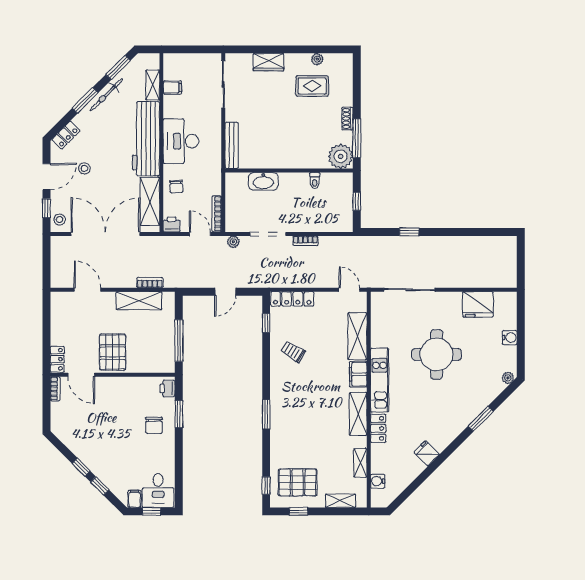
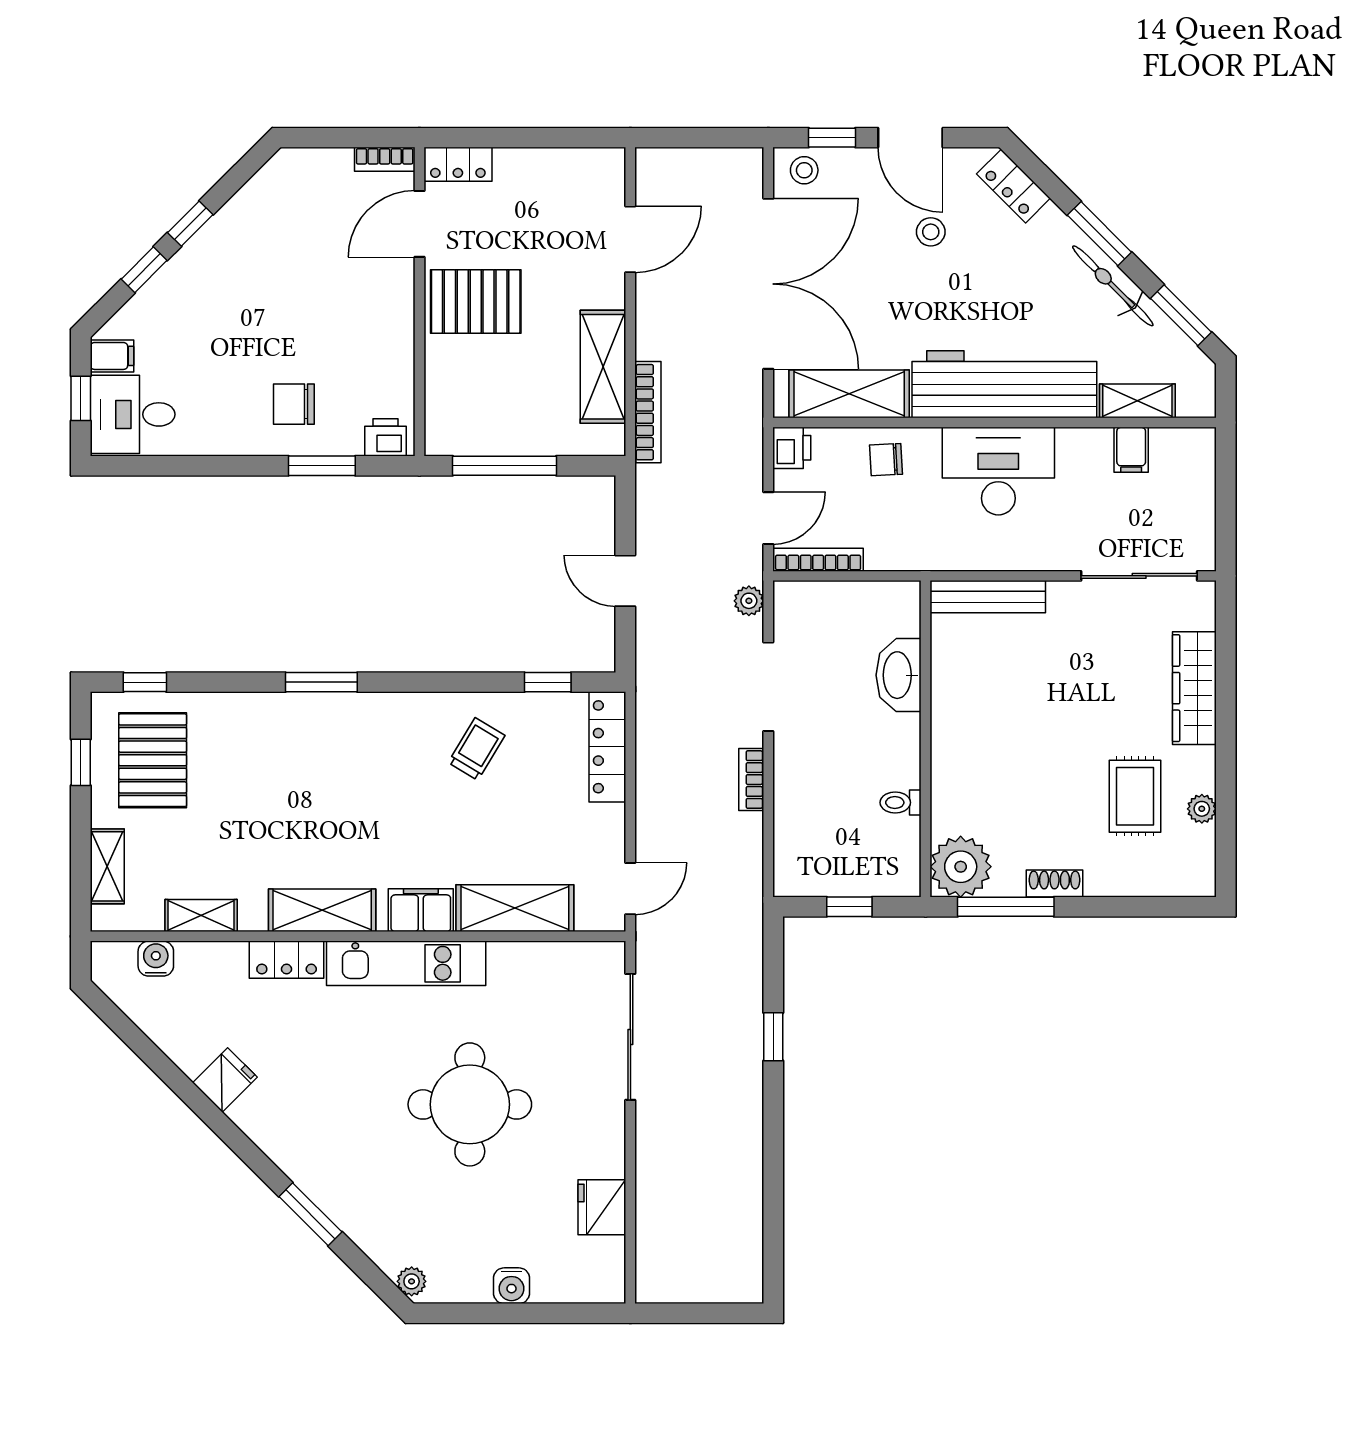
wardrobe: (269, 62) -> (1194, 688), width x1.50
bookcase: (150, 283) -> (648, 412), width x1.56
fridge: (478, 304) -> (602, 1207), width x0.73, depth x0.75

